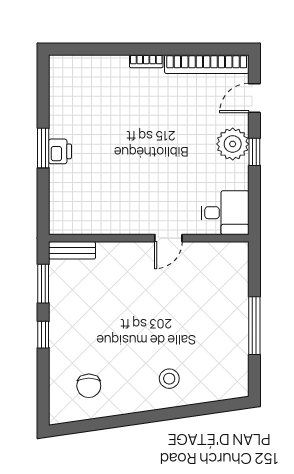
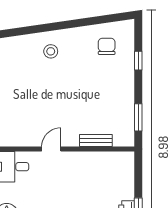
bench: (72, 250) -> (96, 141), moved
window: (43, 335) -> (138, 61), moved

